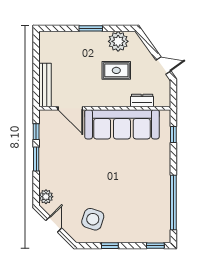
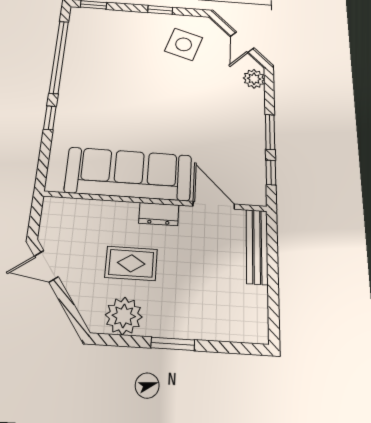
dresser: (142, 100) -> (159, 214), moved
window: (173, 135) -> (50, 118), moved

